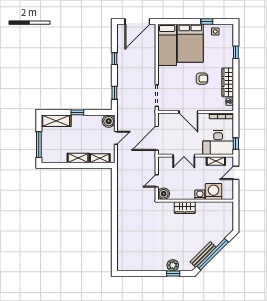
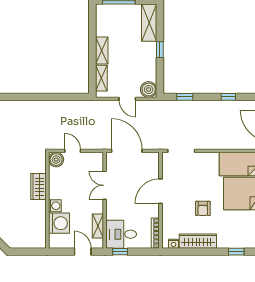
desk: (218, 143) -> (121, 234), width x0.73

